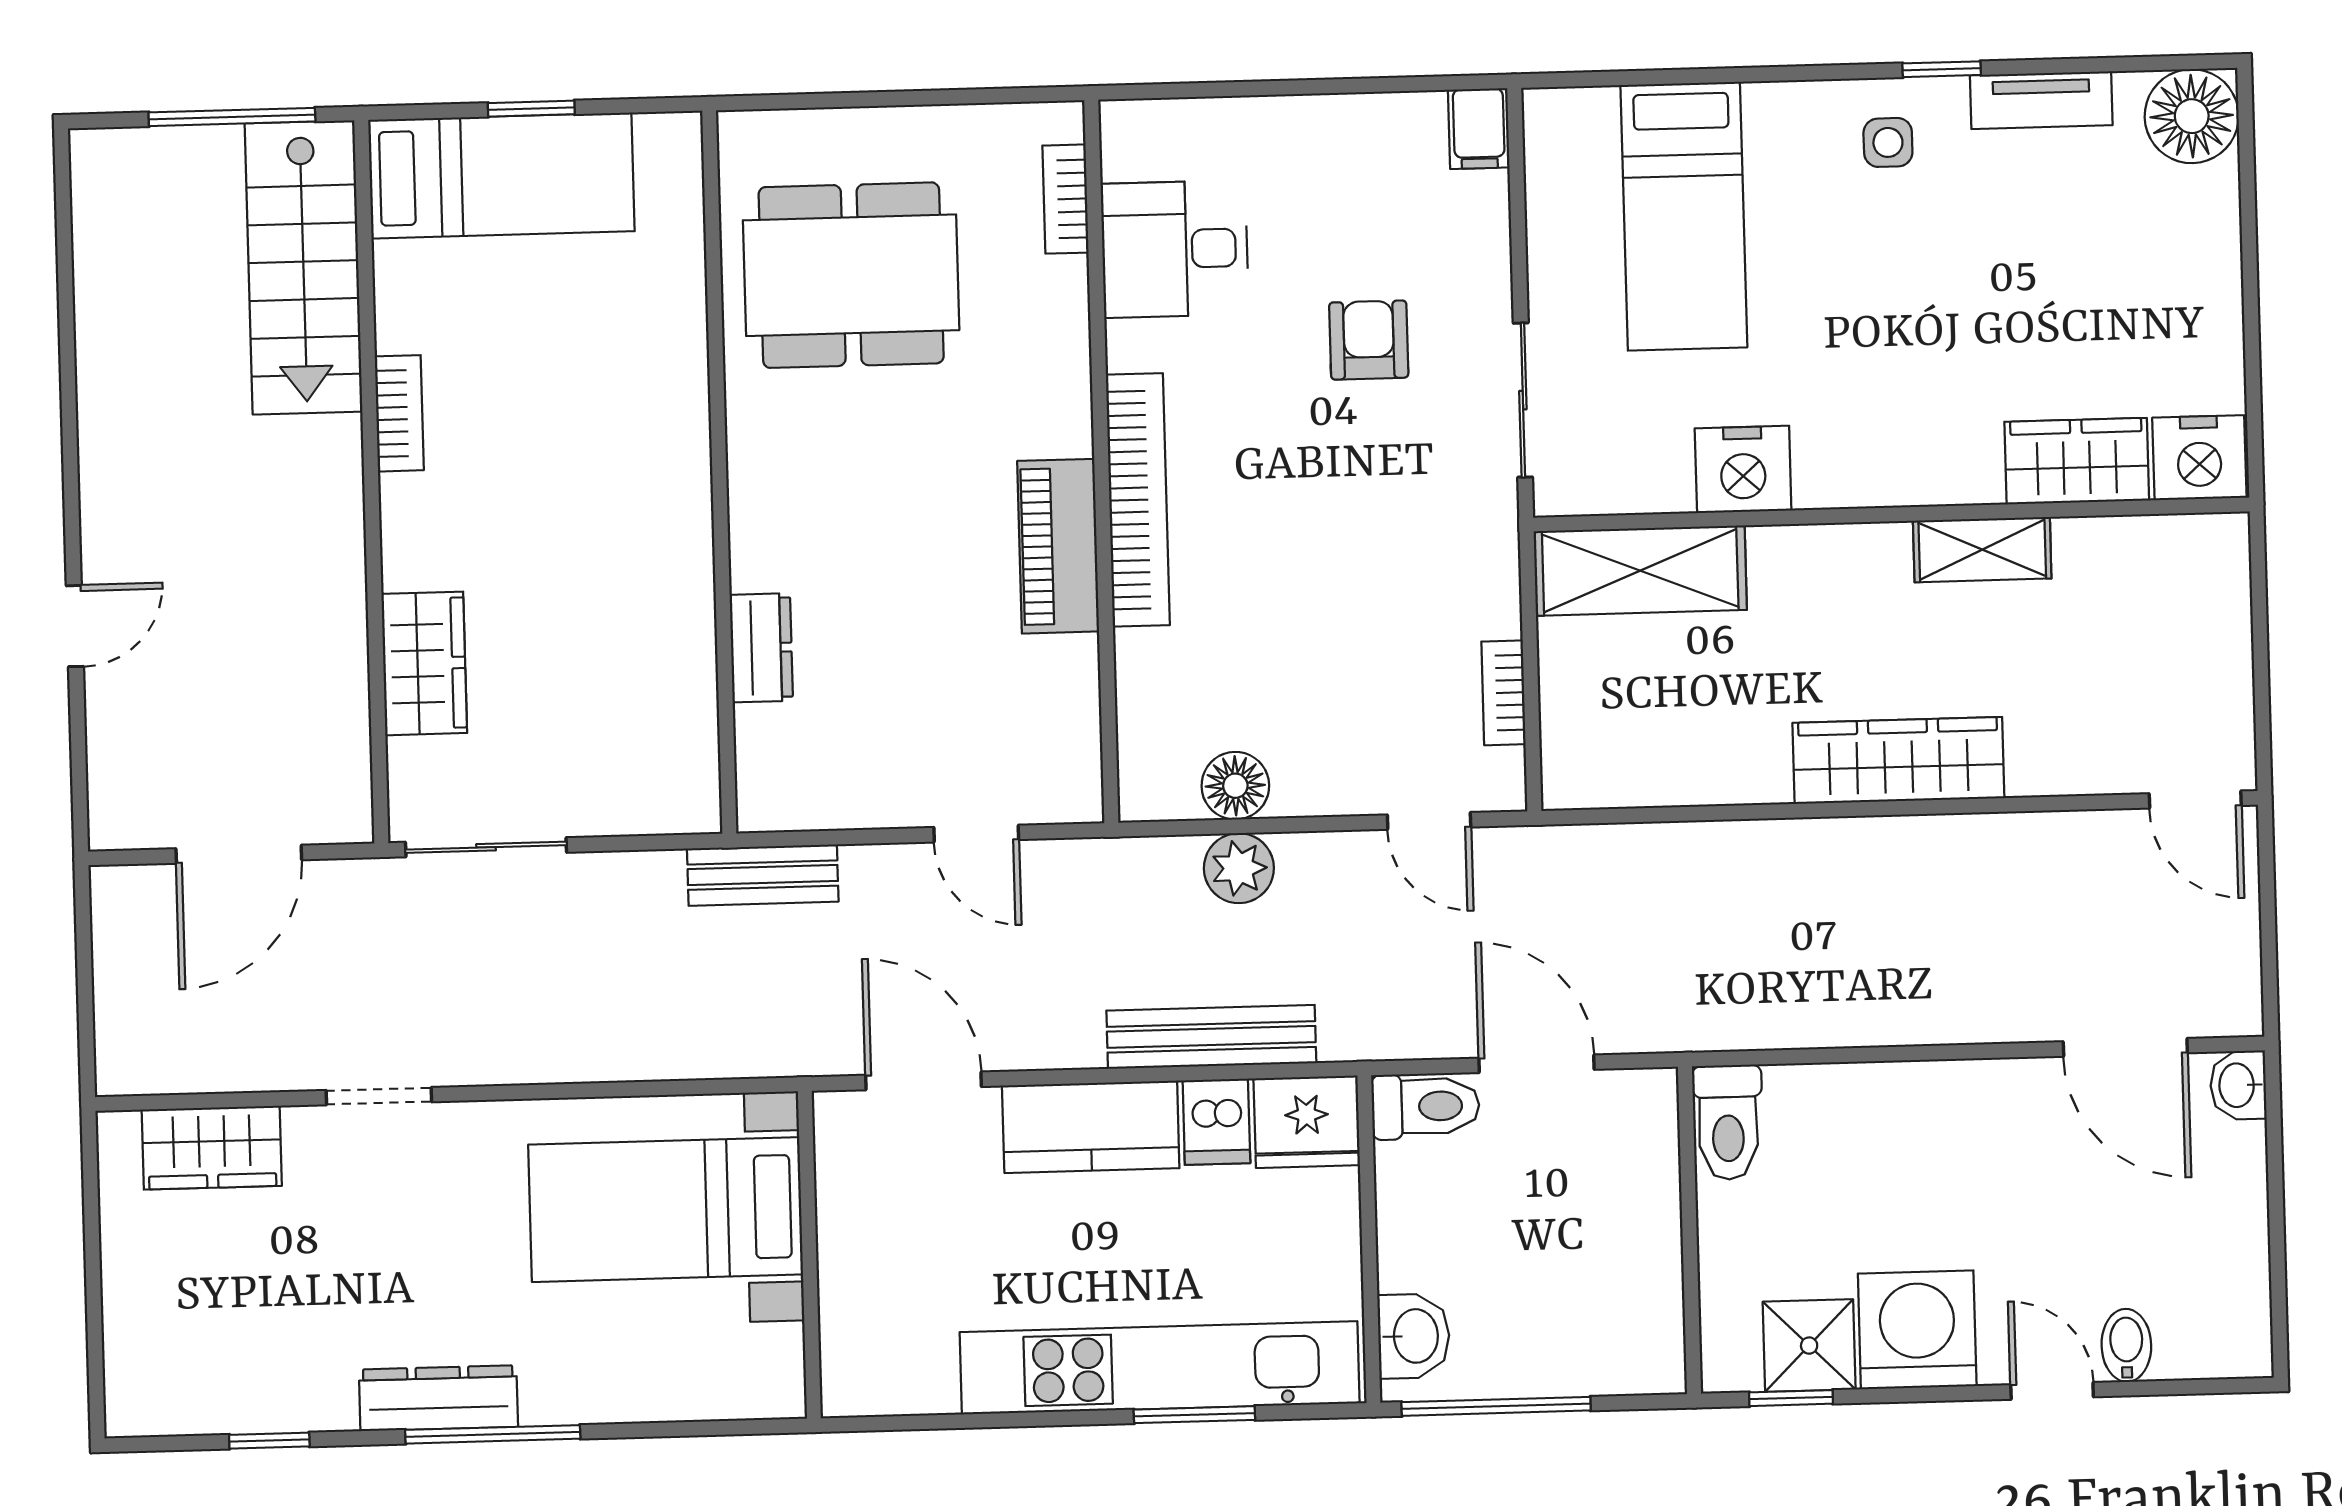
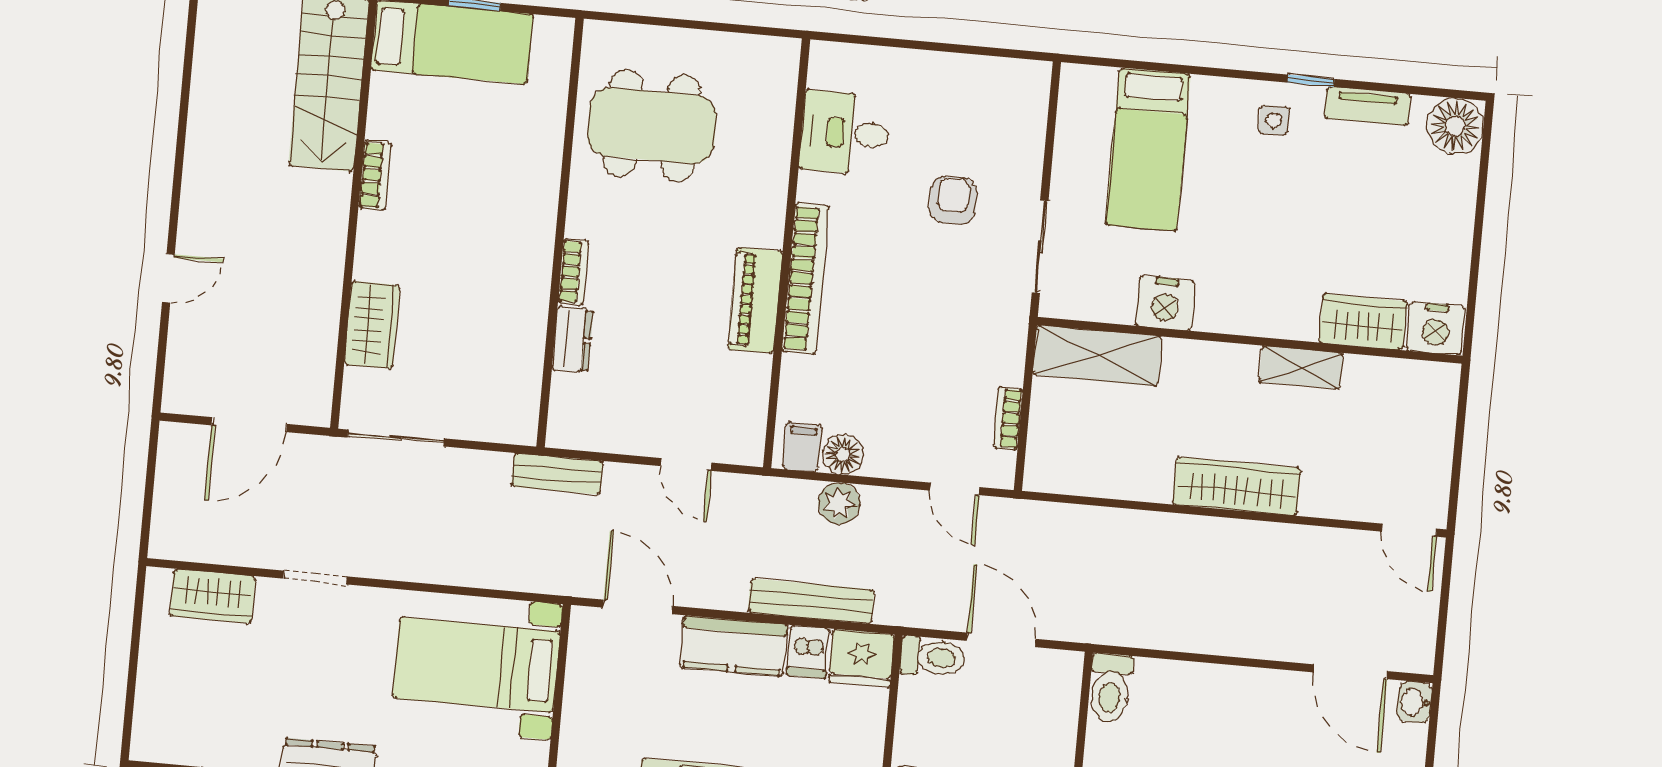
filing cabinet: (1479, 129) -> (802, 447), moved, turned 180
bookcase: (1065, 199) -> (573, 272), moved, turned 180

